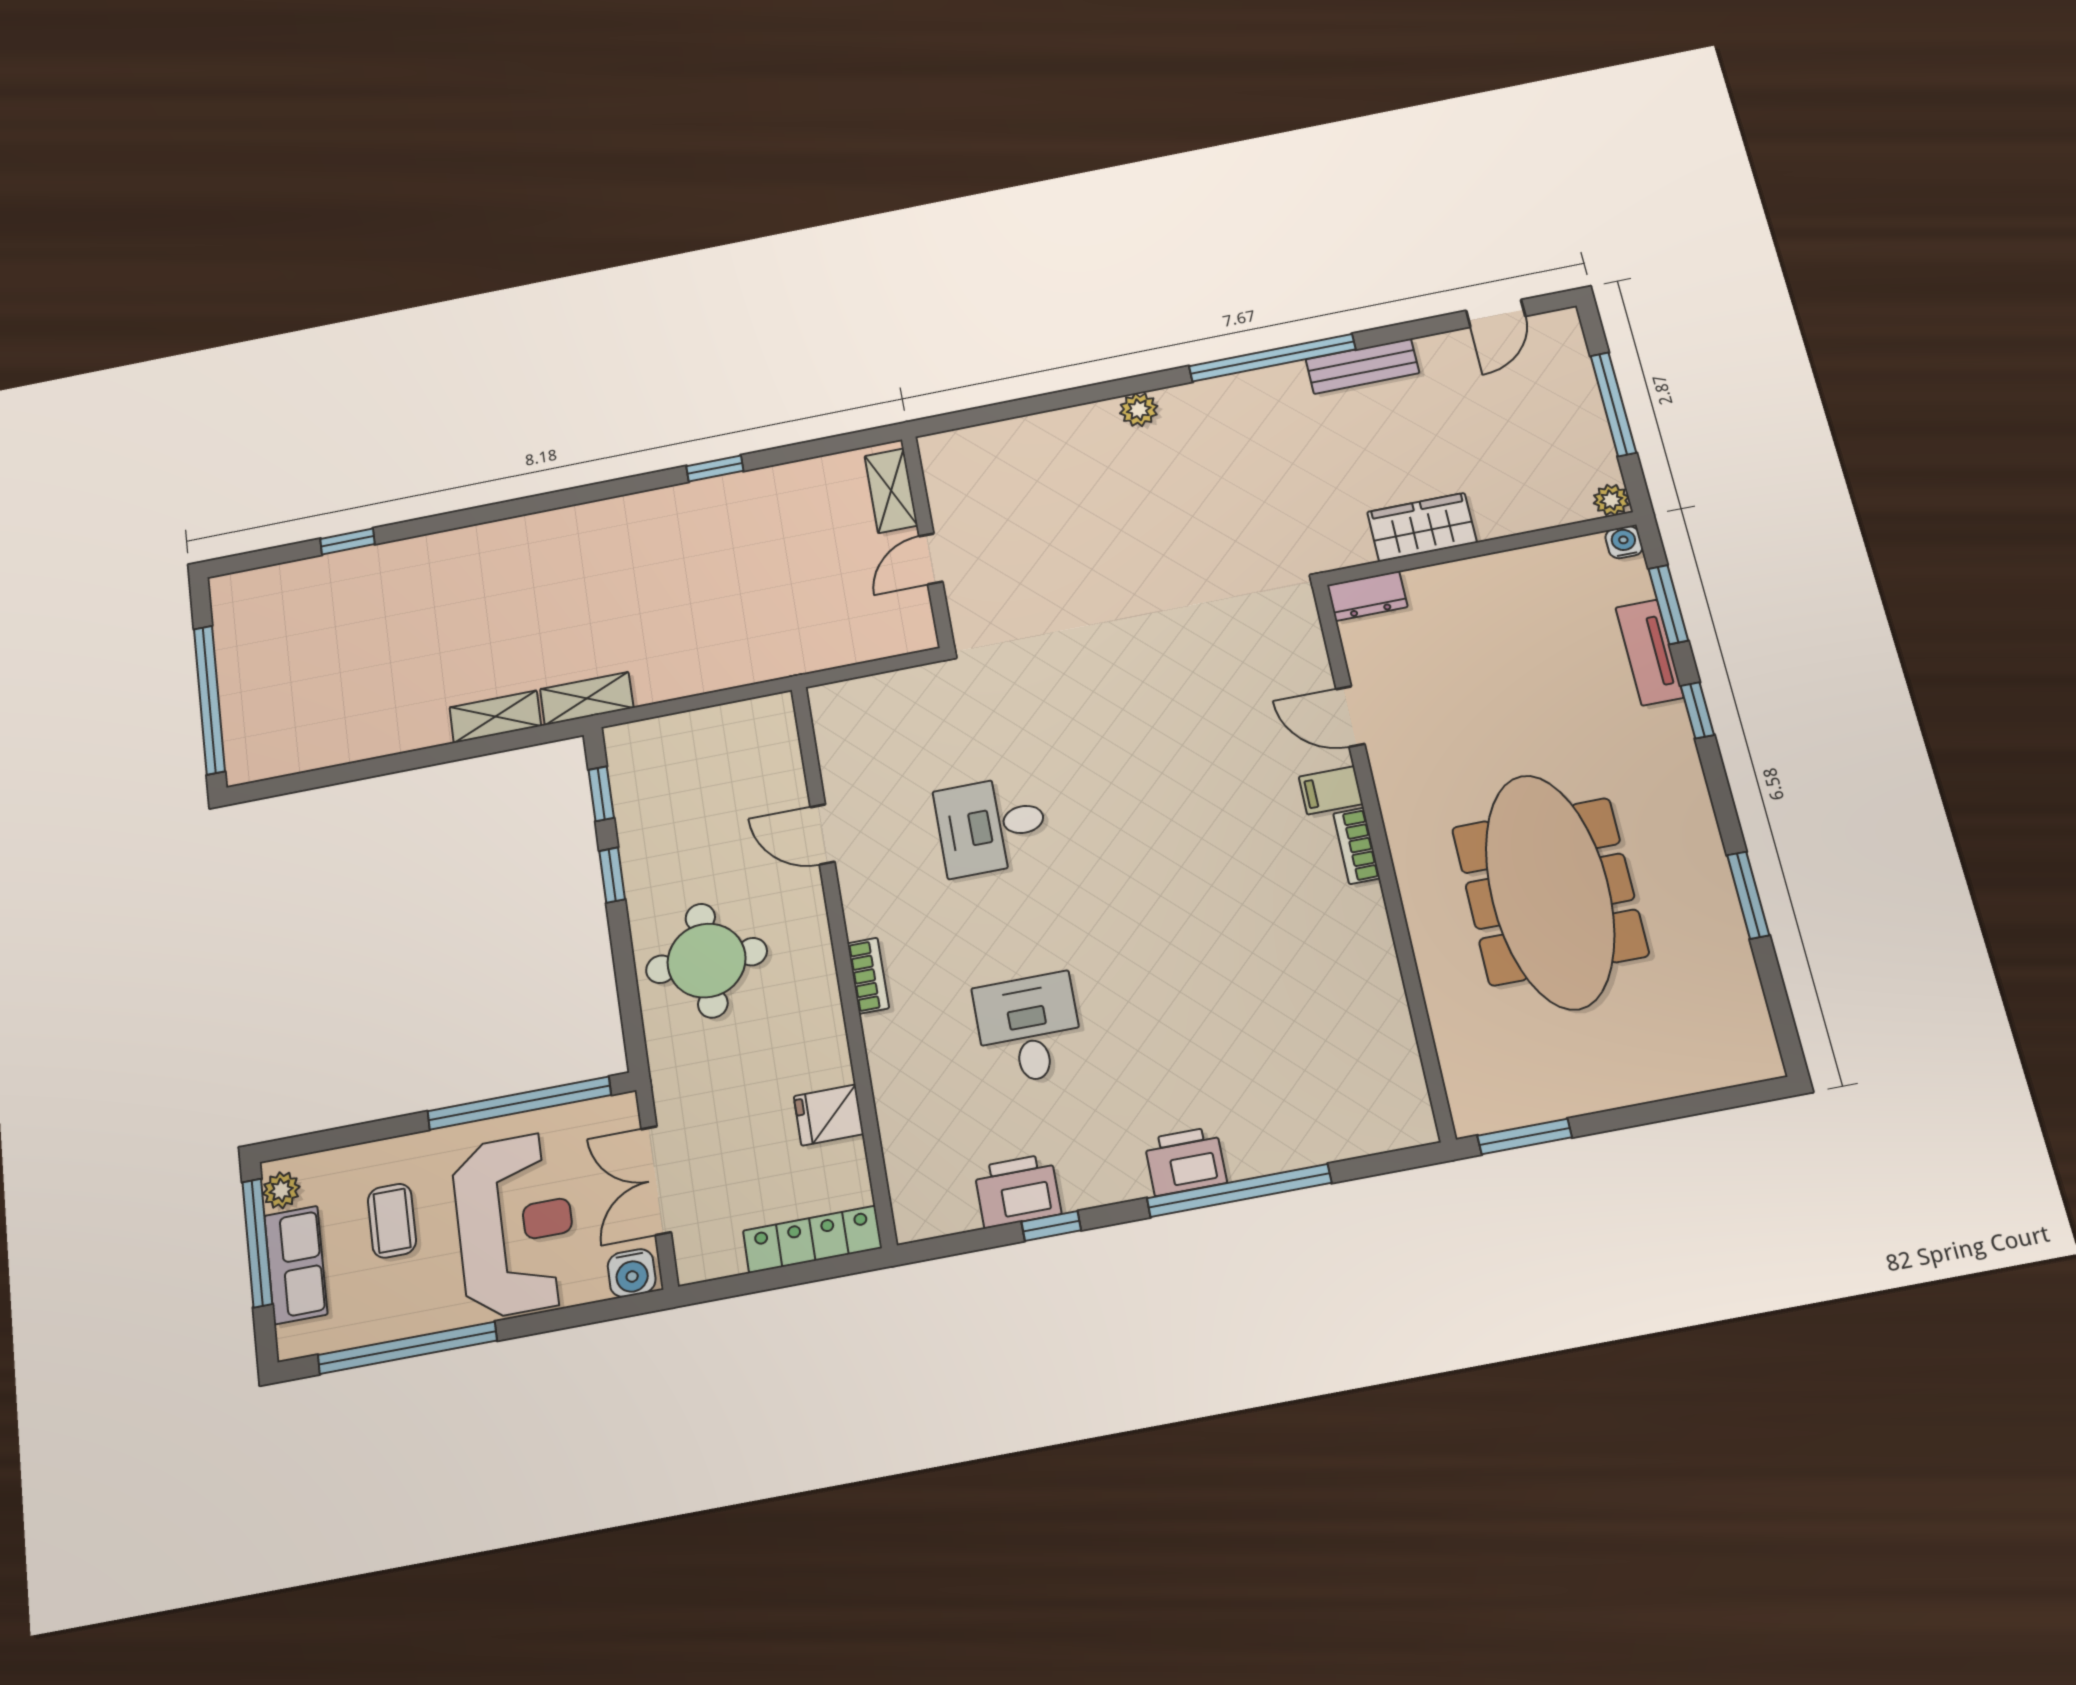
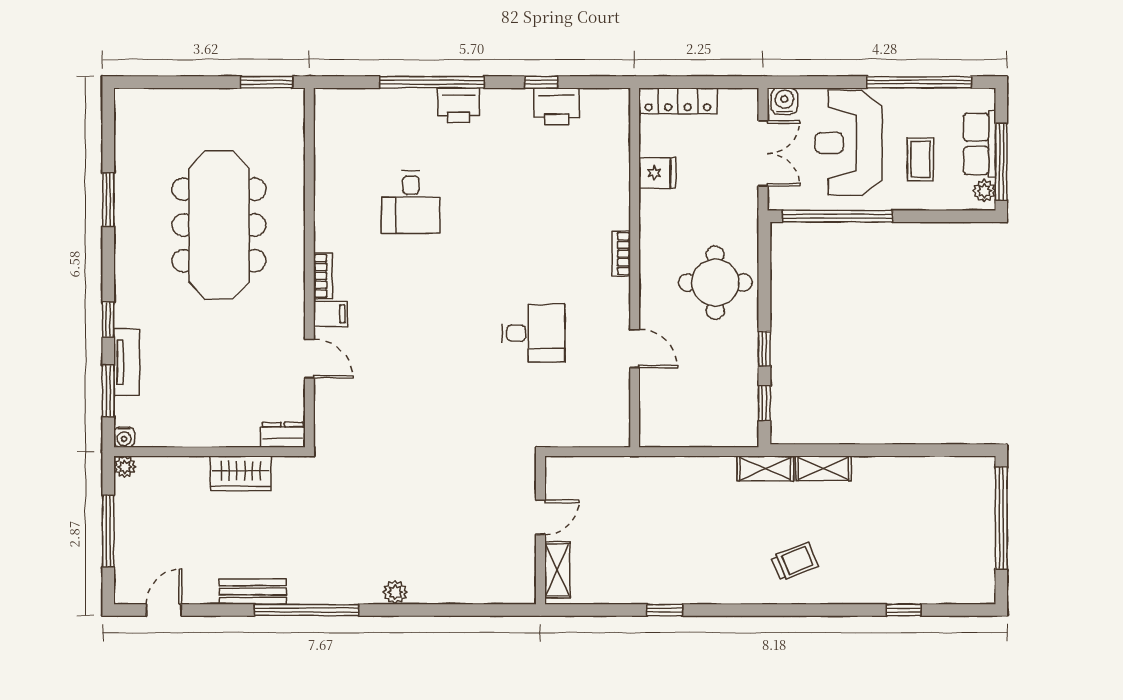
trolley: (523, 575) -> (795, 561), added
desk: (1029, 1029) -> (411, 202), moved

